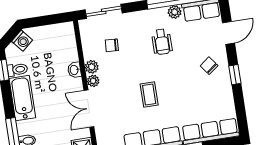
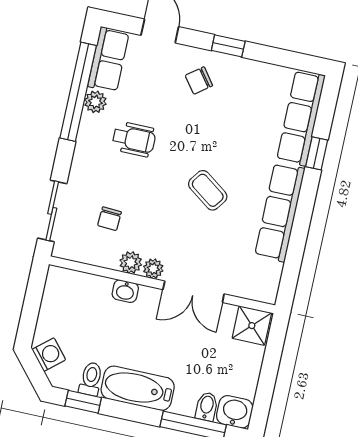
coffee table: (149, 94) -> (208, 190), turned 36

